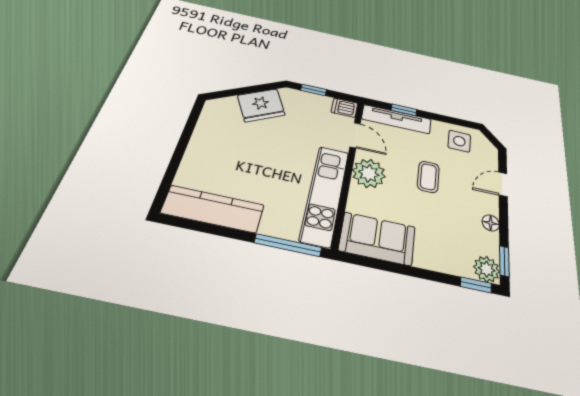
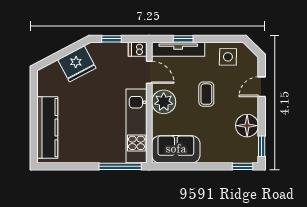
kitchen counter: (213, 209) -> (47, 128), moved, turned 90
floor lamp: (491, 223) -> (247, 126), width x1.89, depth x1.89
plant: (487, 269) -> (250, 154), removed

